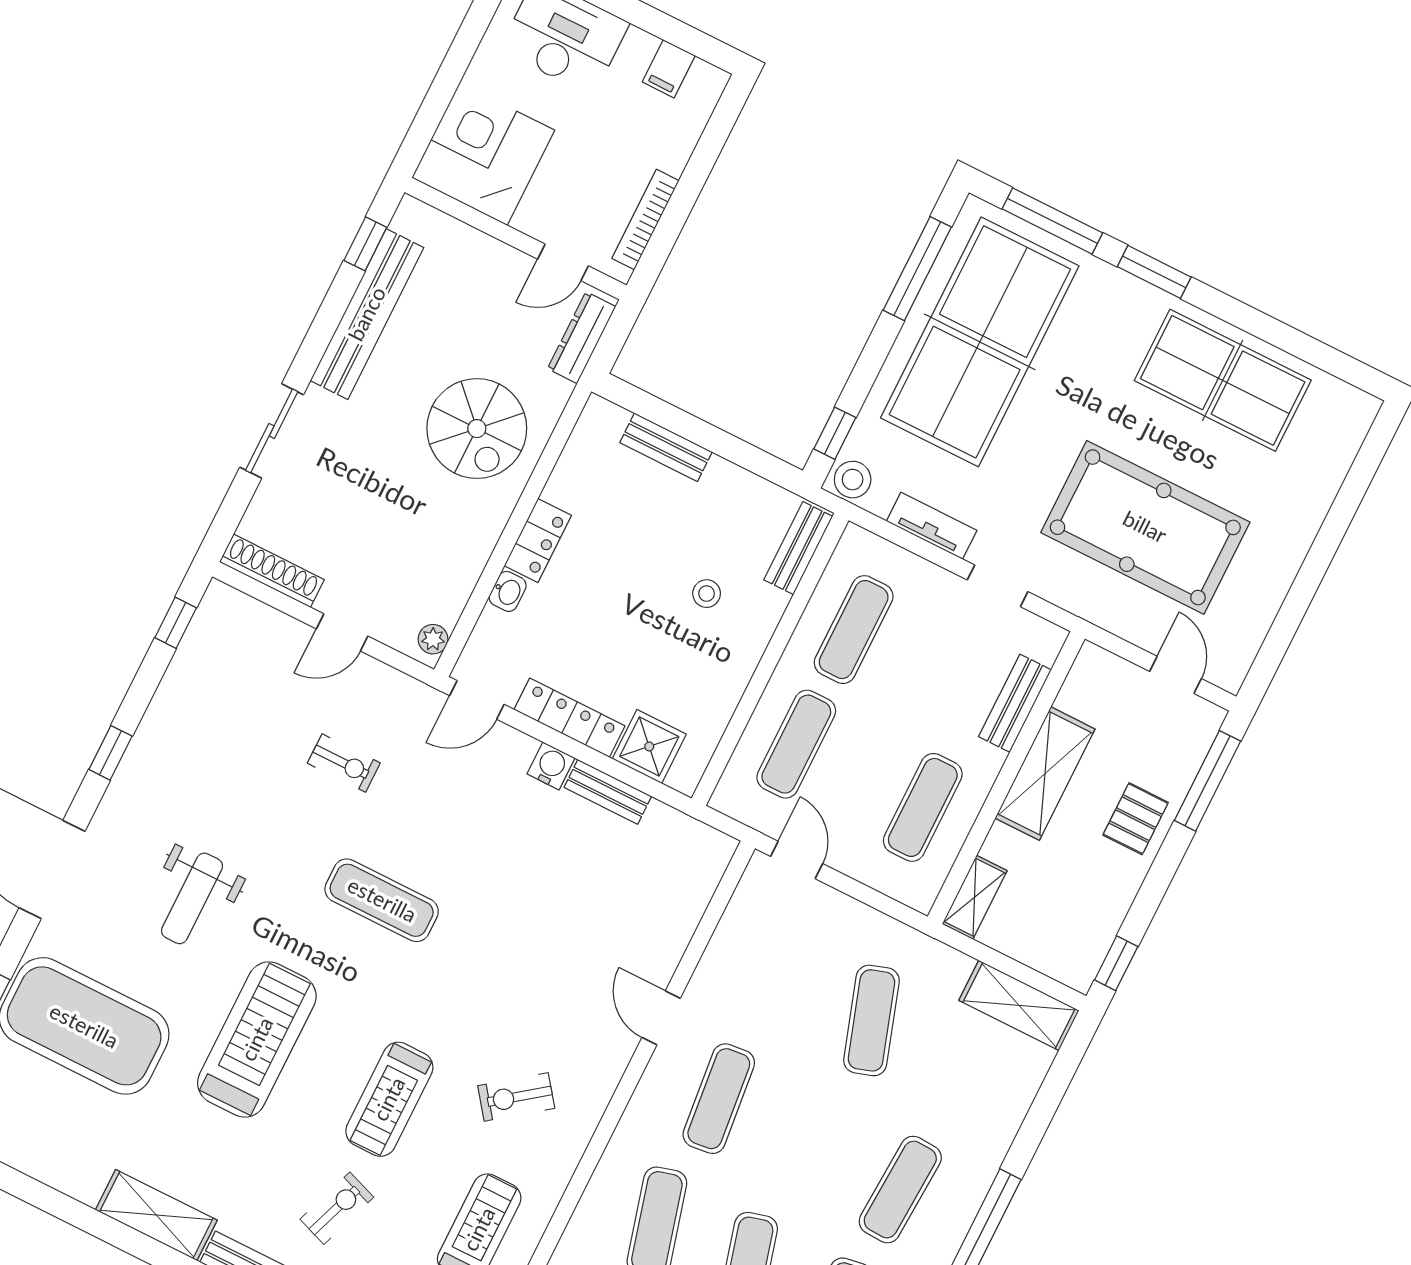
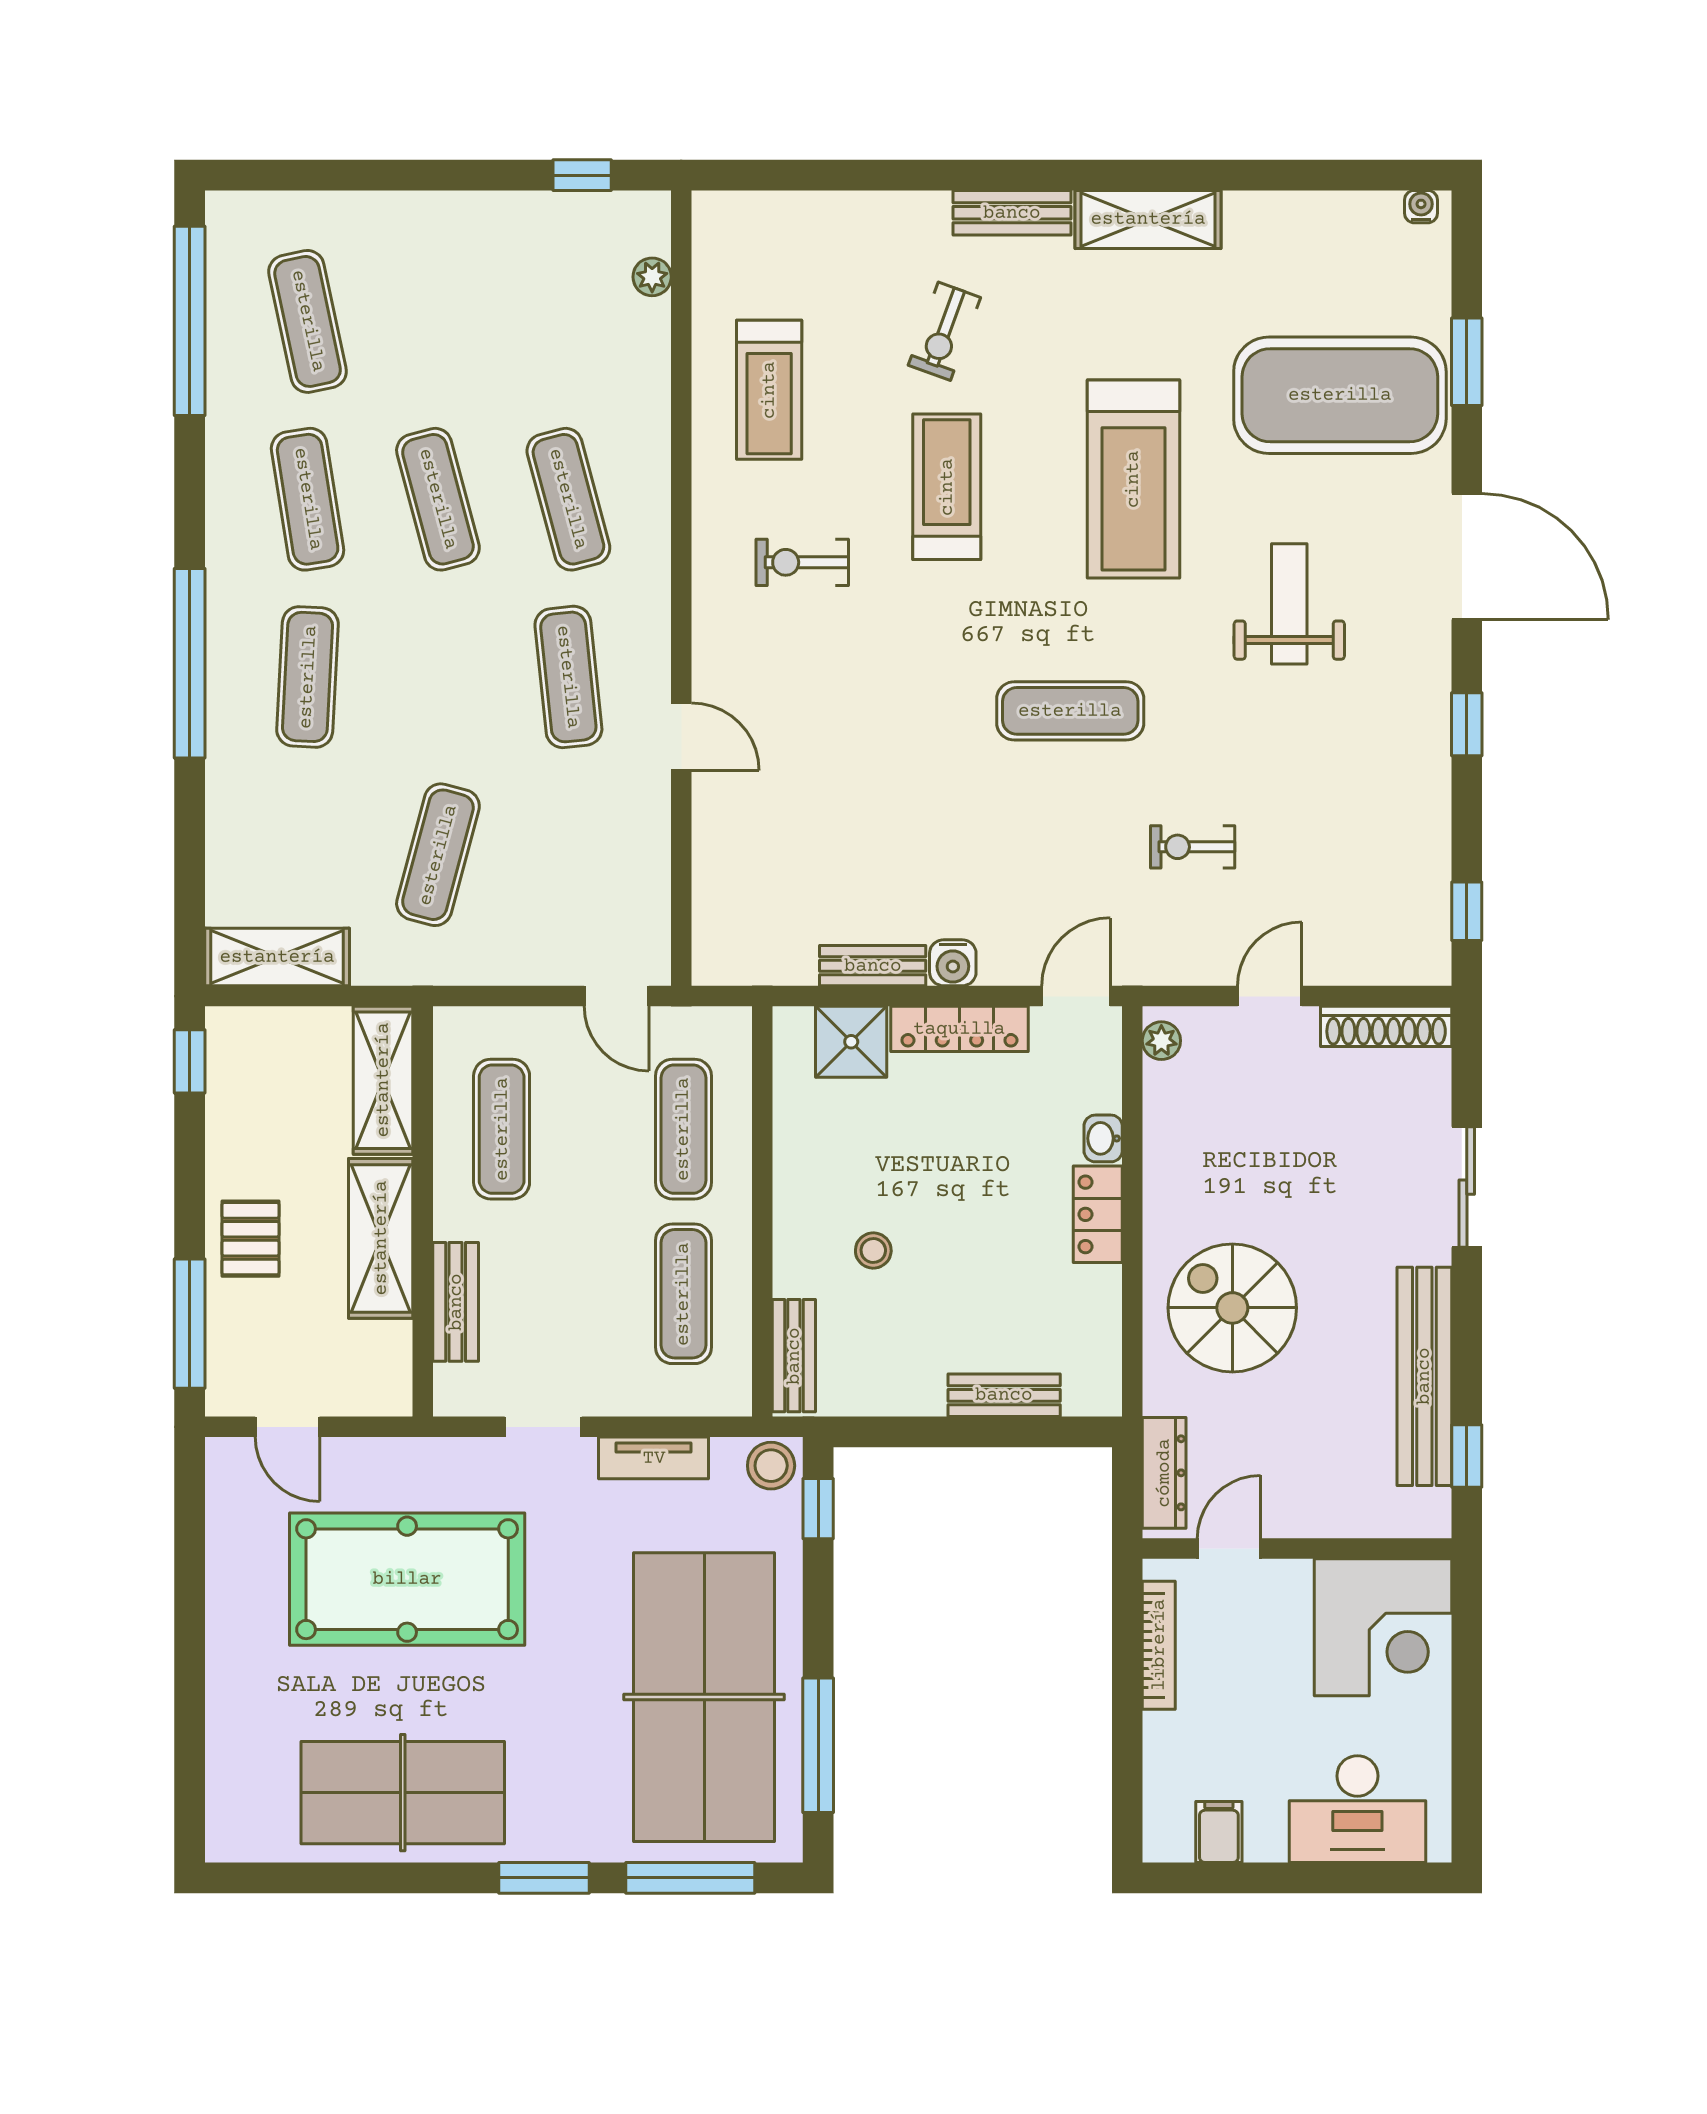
shelving: (975, 897) -> (383, 1080), width x1.50, depth x1.33
exercise mat: (871, 1020) -> (438, 855), turned 33
exercise bike: (516, 1097) -> (802, 562), turned -143

